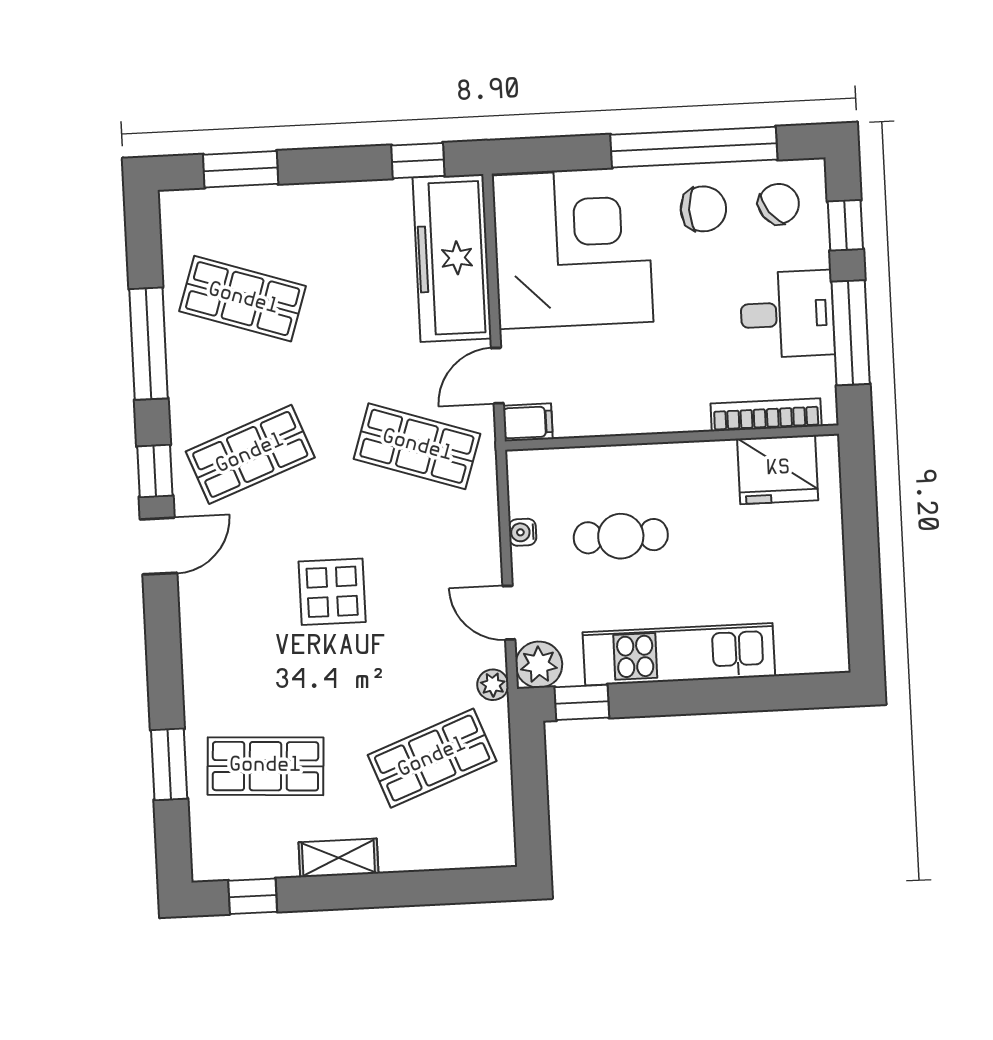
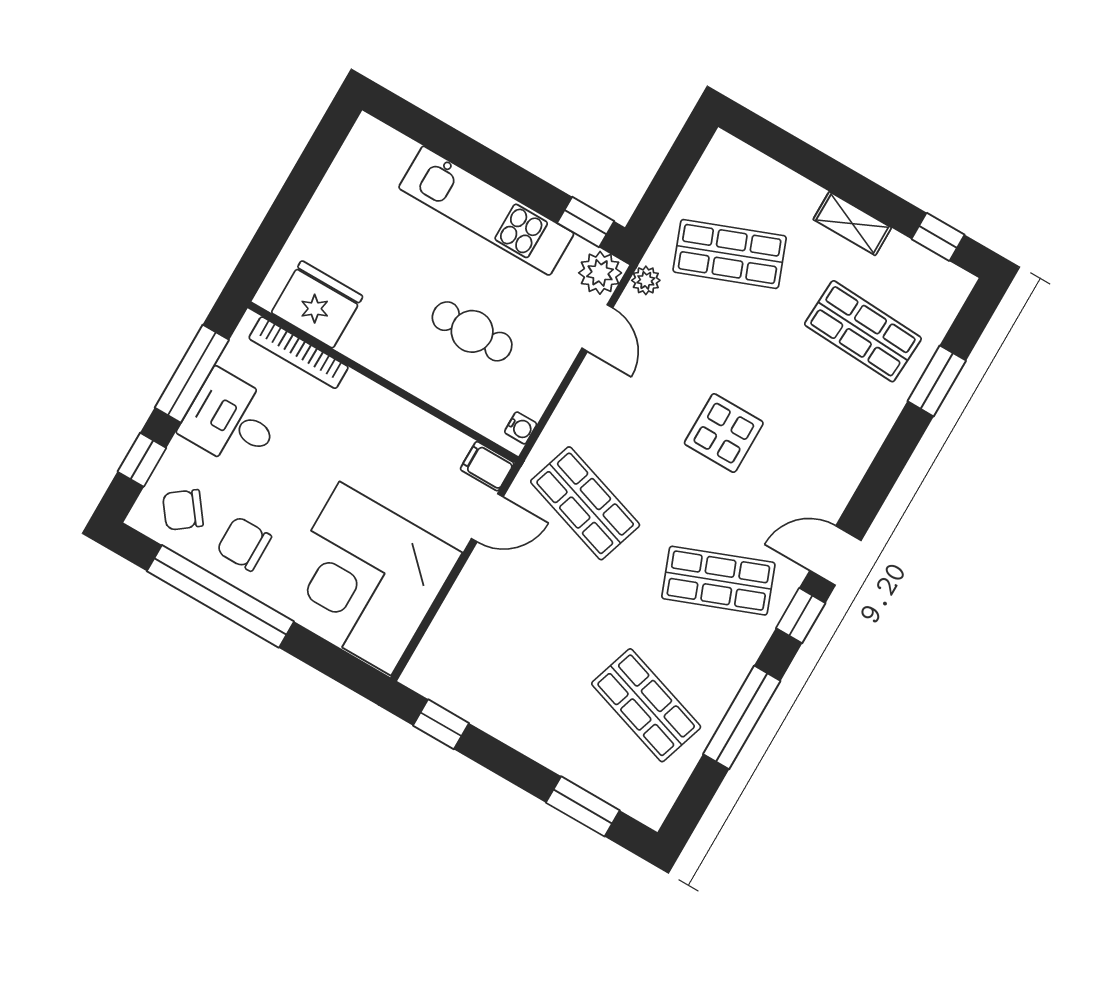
freezer: (452, 258) -> (463, 632), removed
water cooler: (523, 532) -> (521, 428), moved

